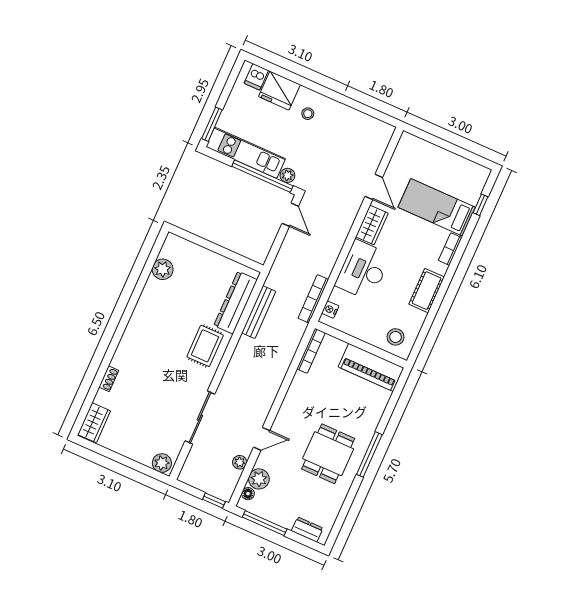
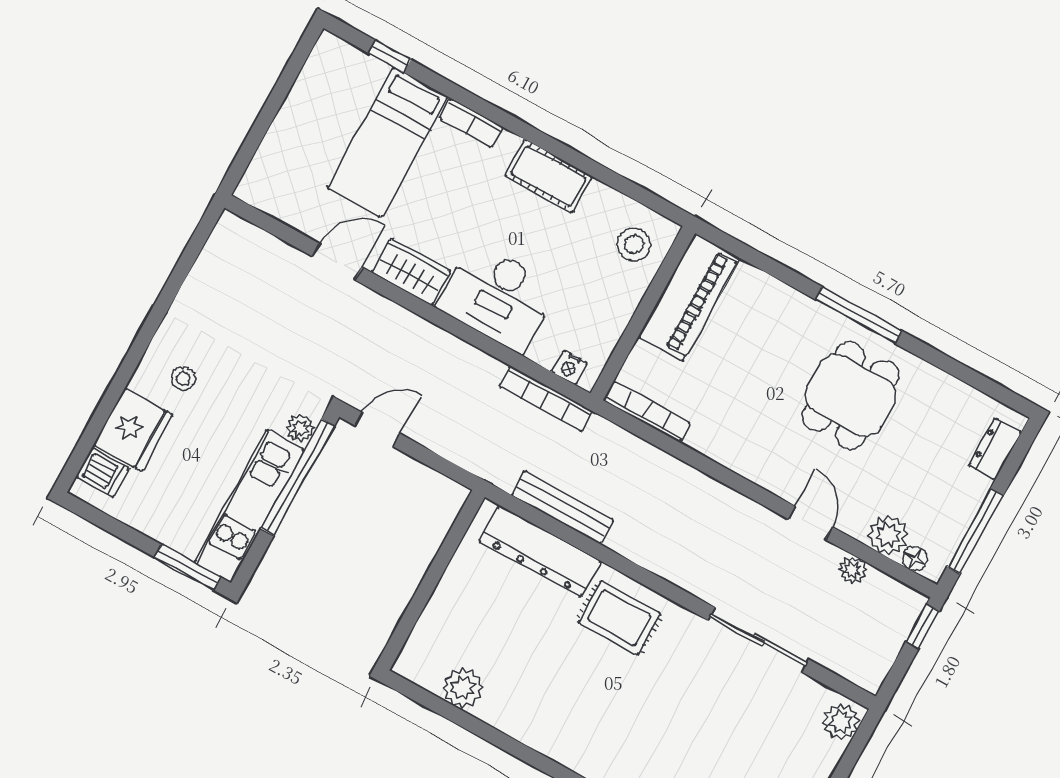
dining table: (328, 454) -> (850, 396), turned 90

